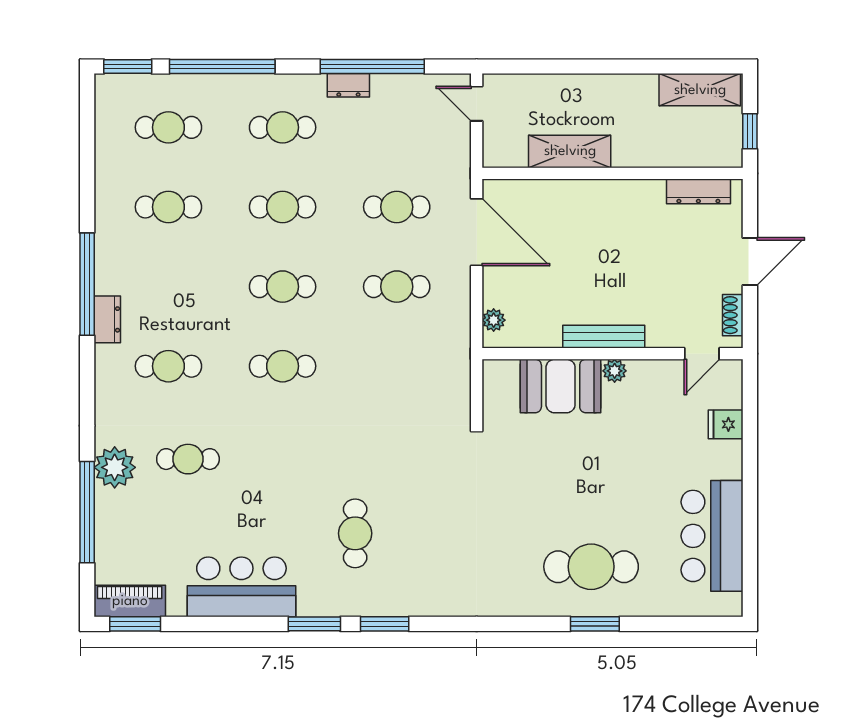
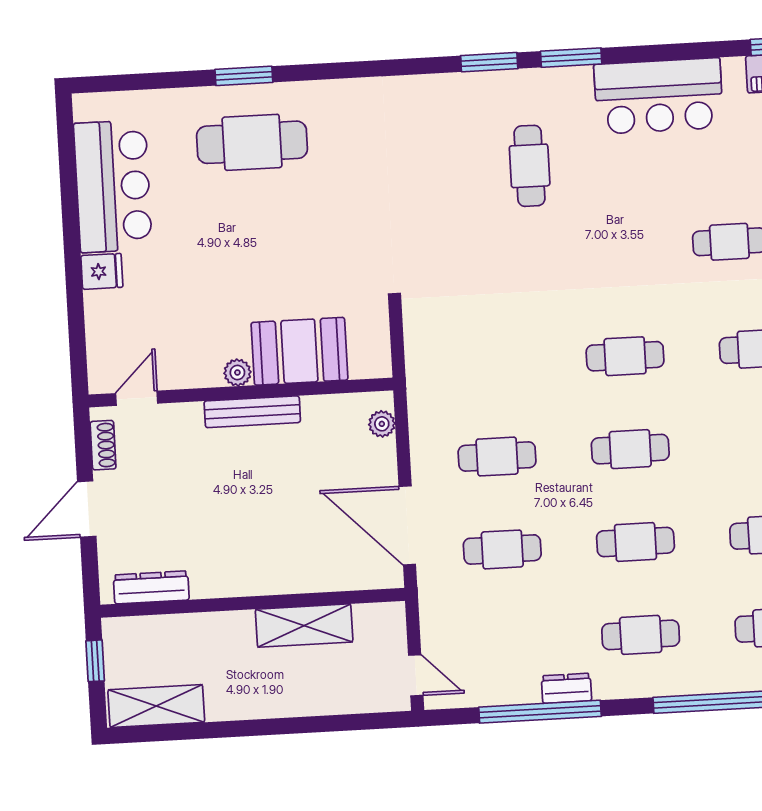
fridge: (726, 424) -> (102, 271), moved

